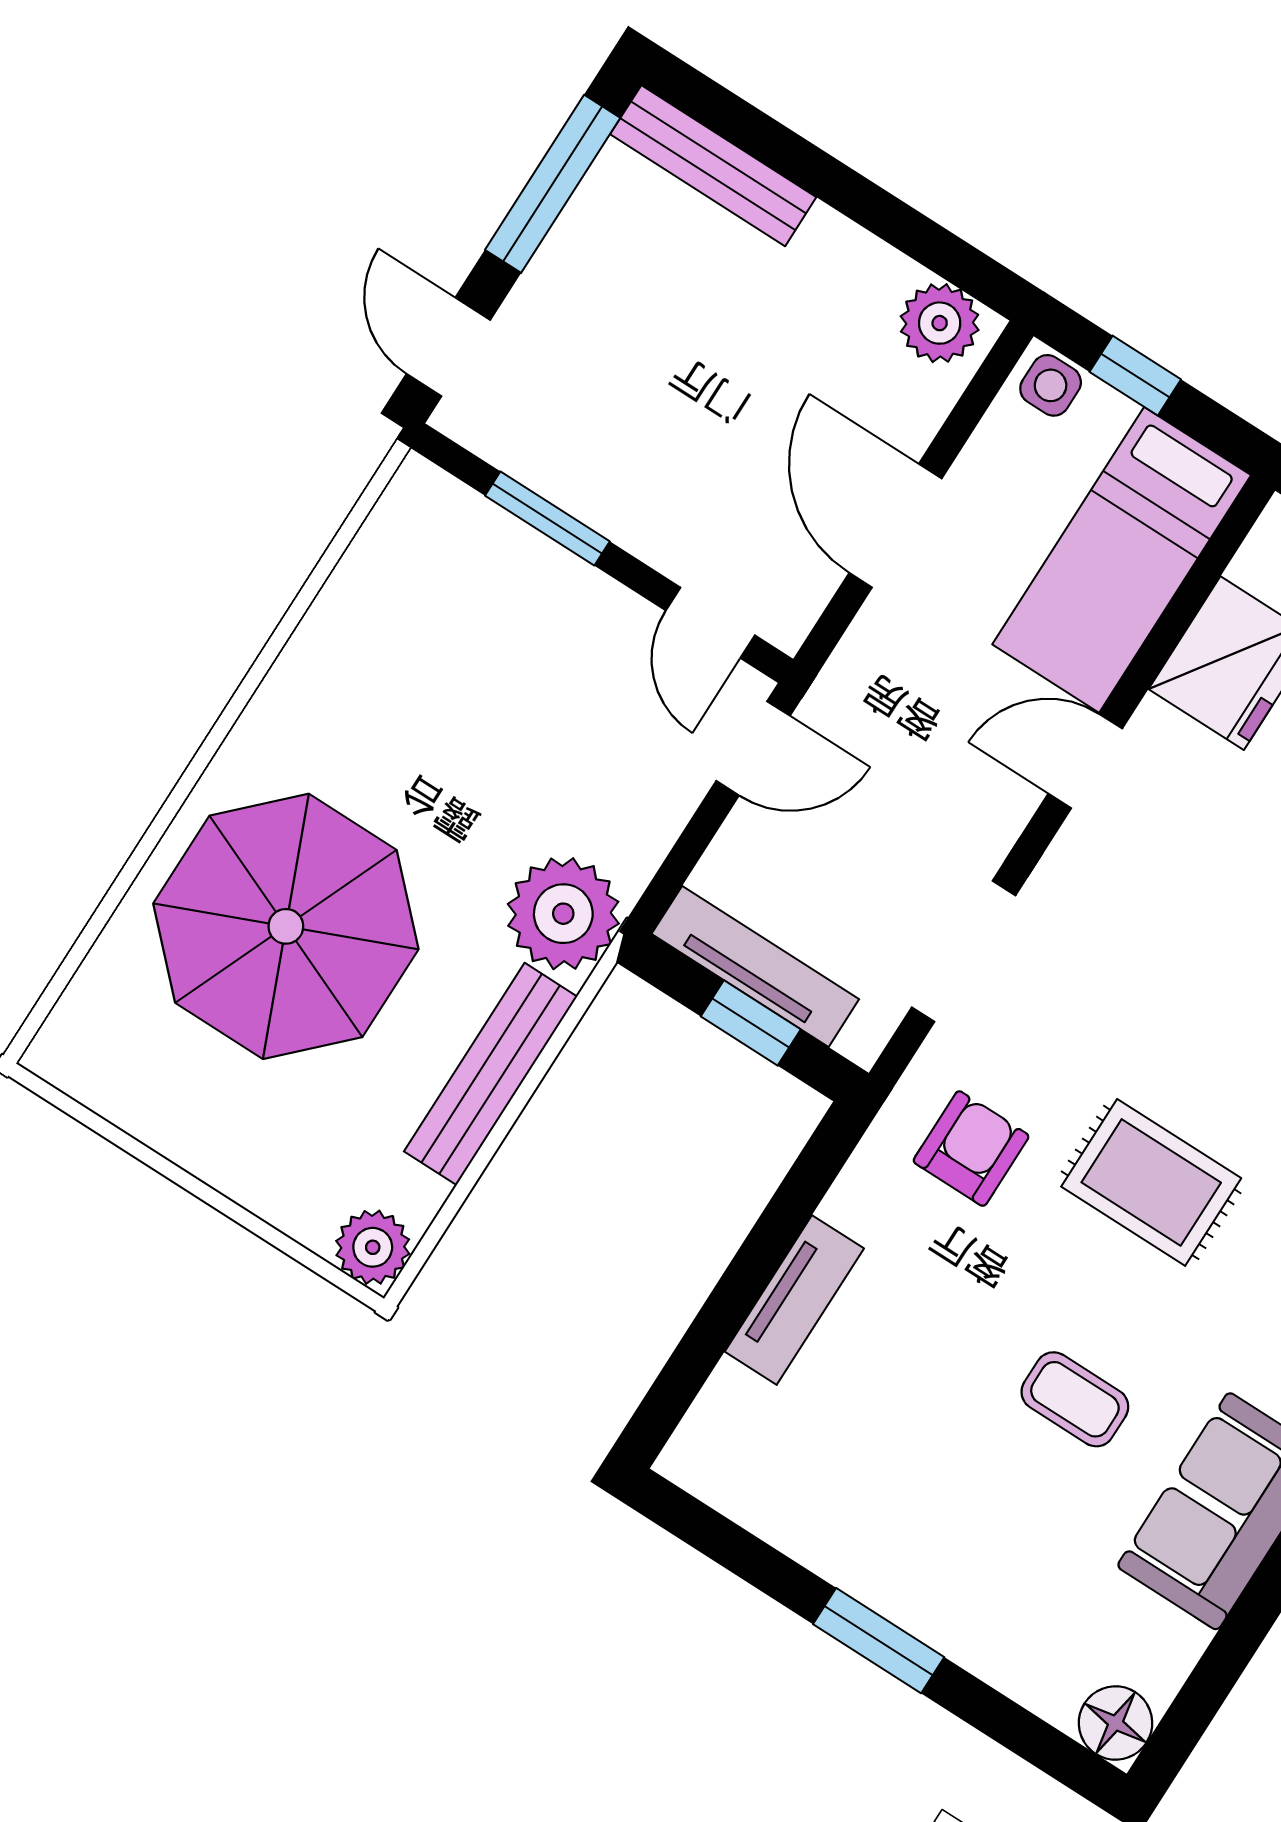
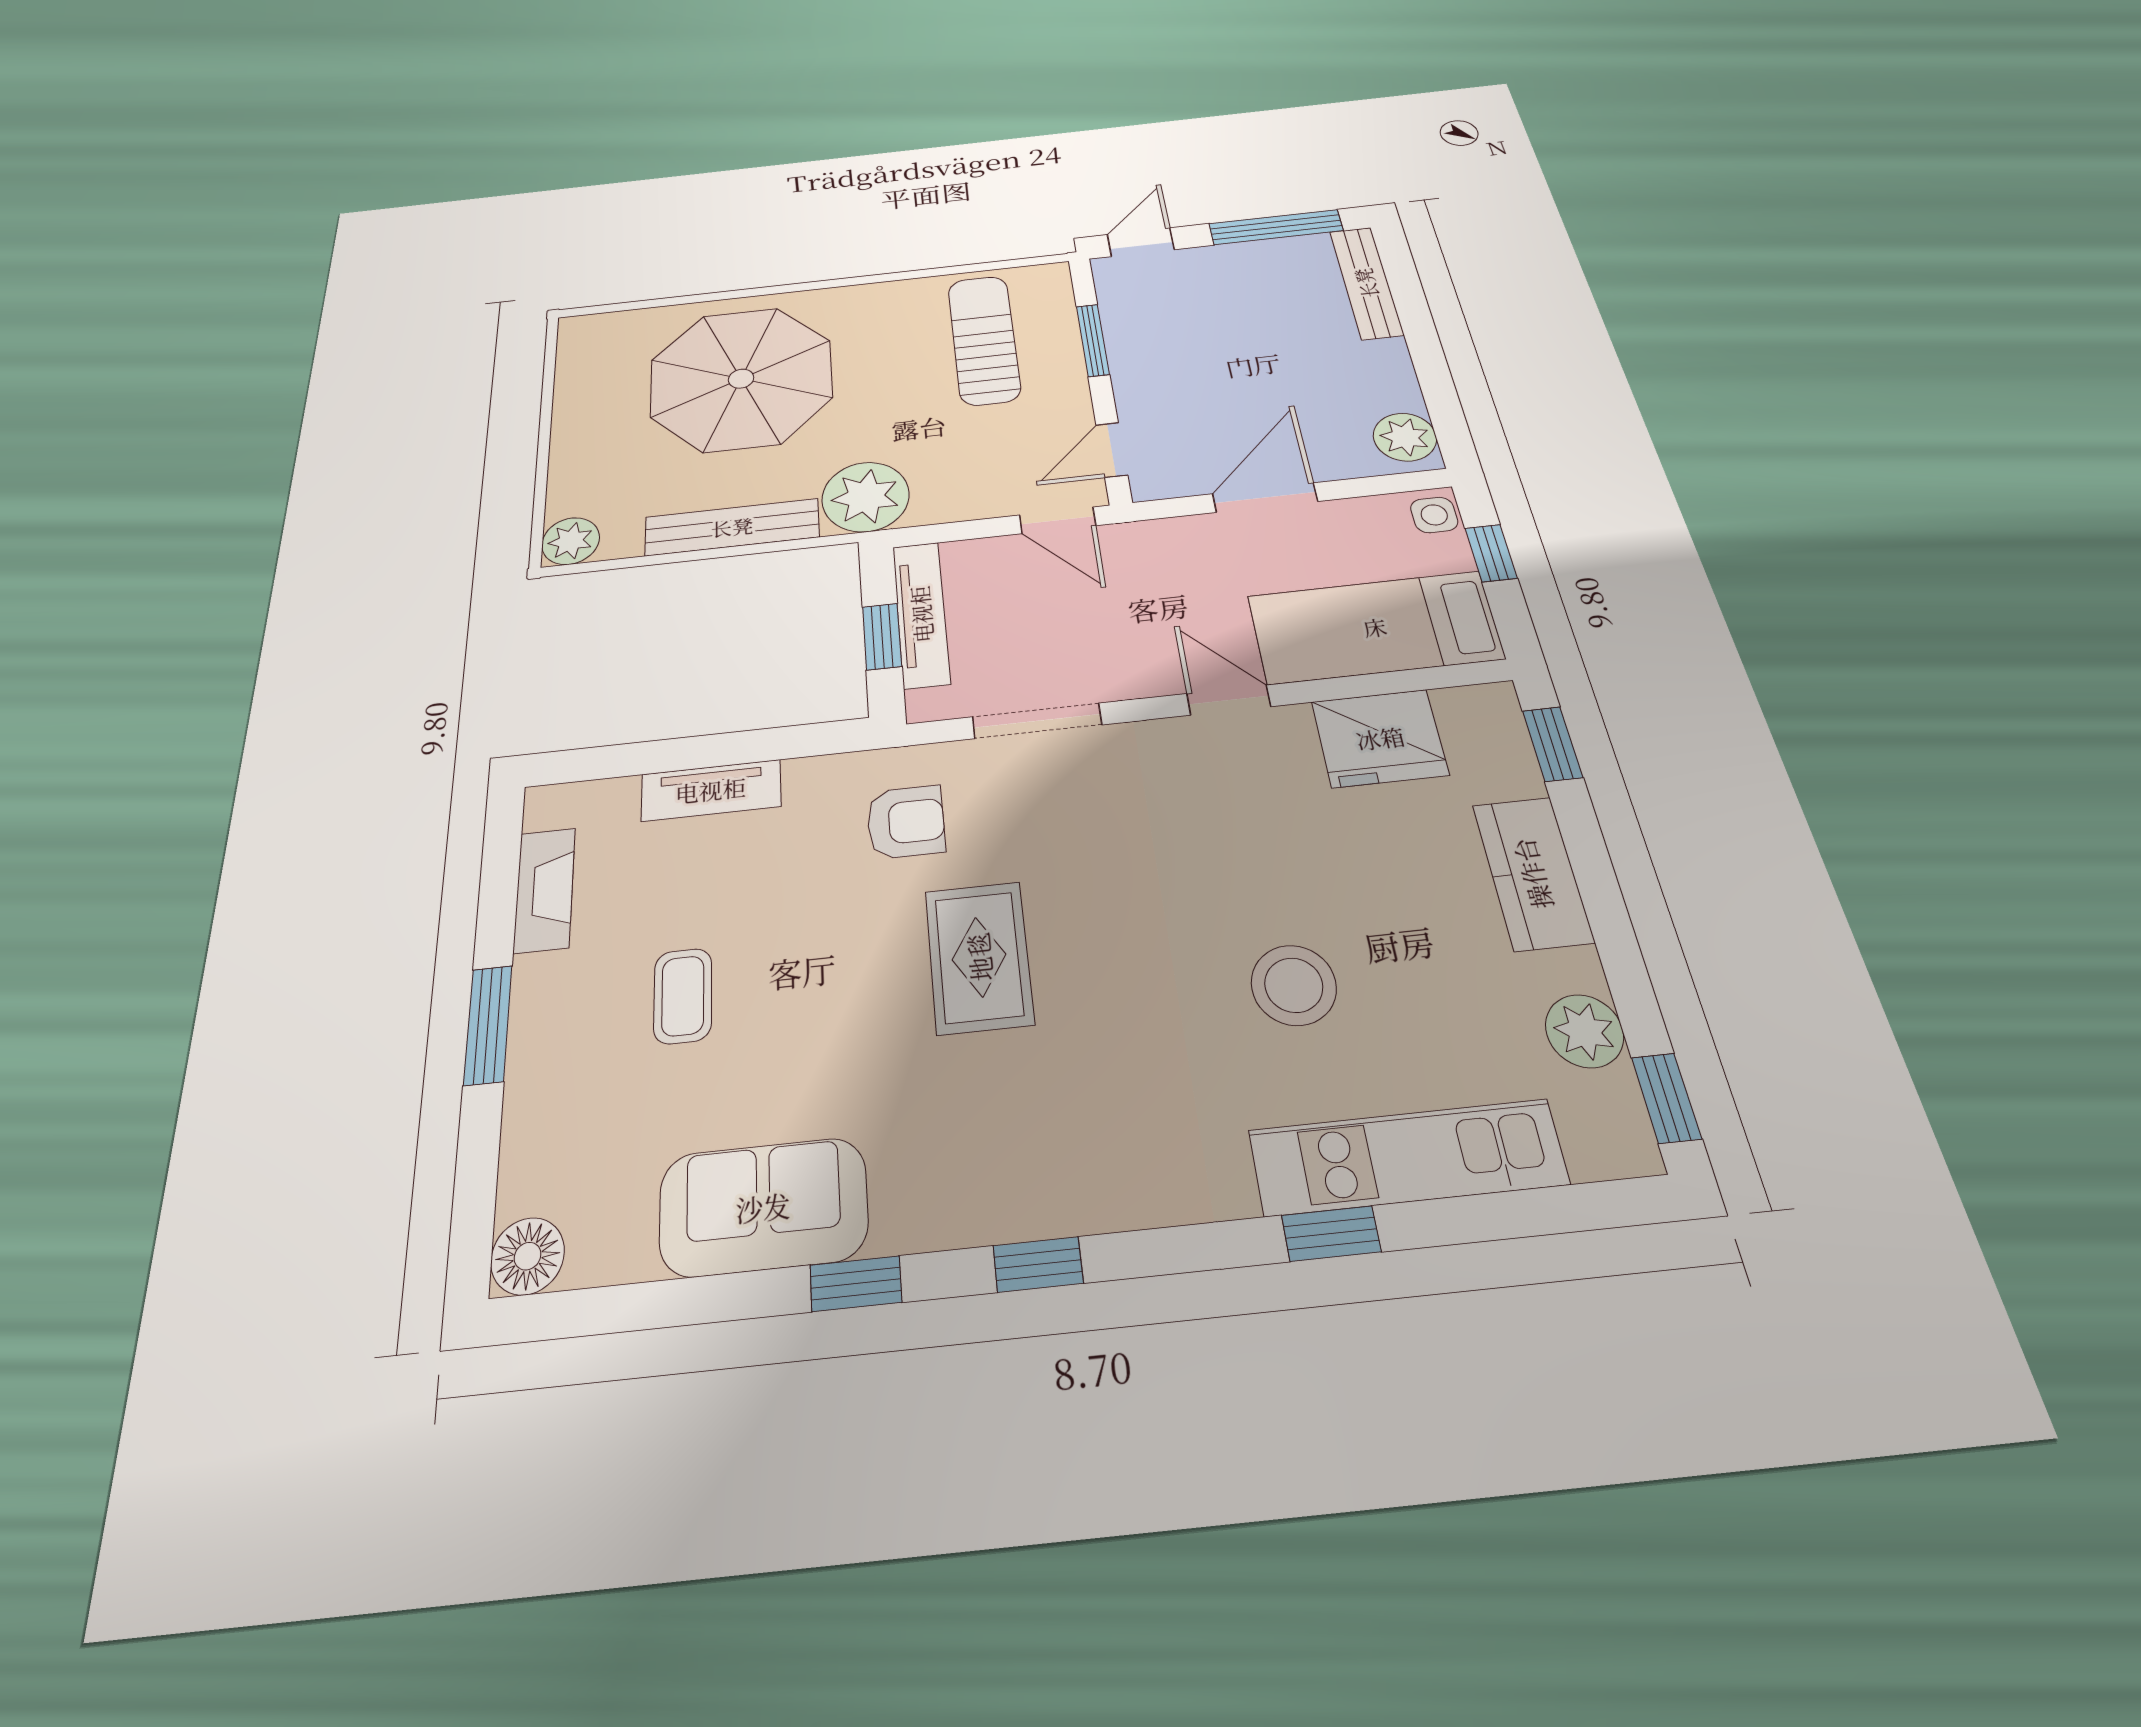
sun lounger: (448, 630) -> (984, 340), added
coffee table: (1075, 1399) -> (683, 996), moved
fireplace: (780, 1515) -> (545, 890), added

